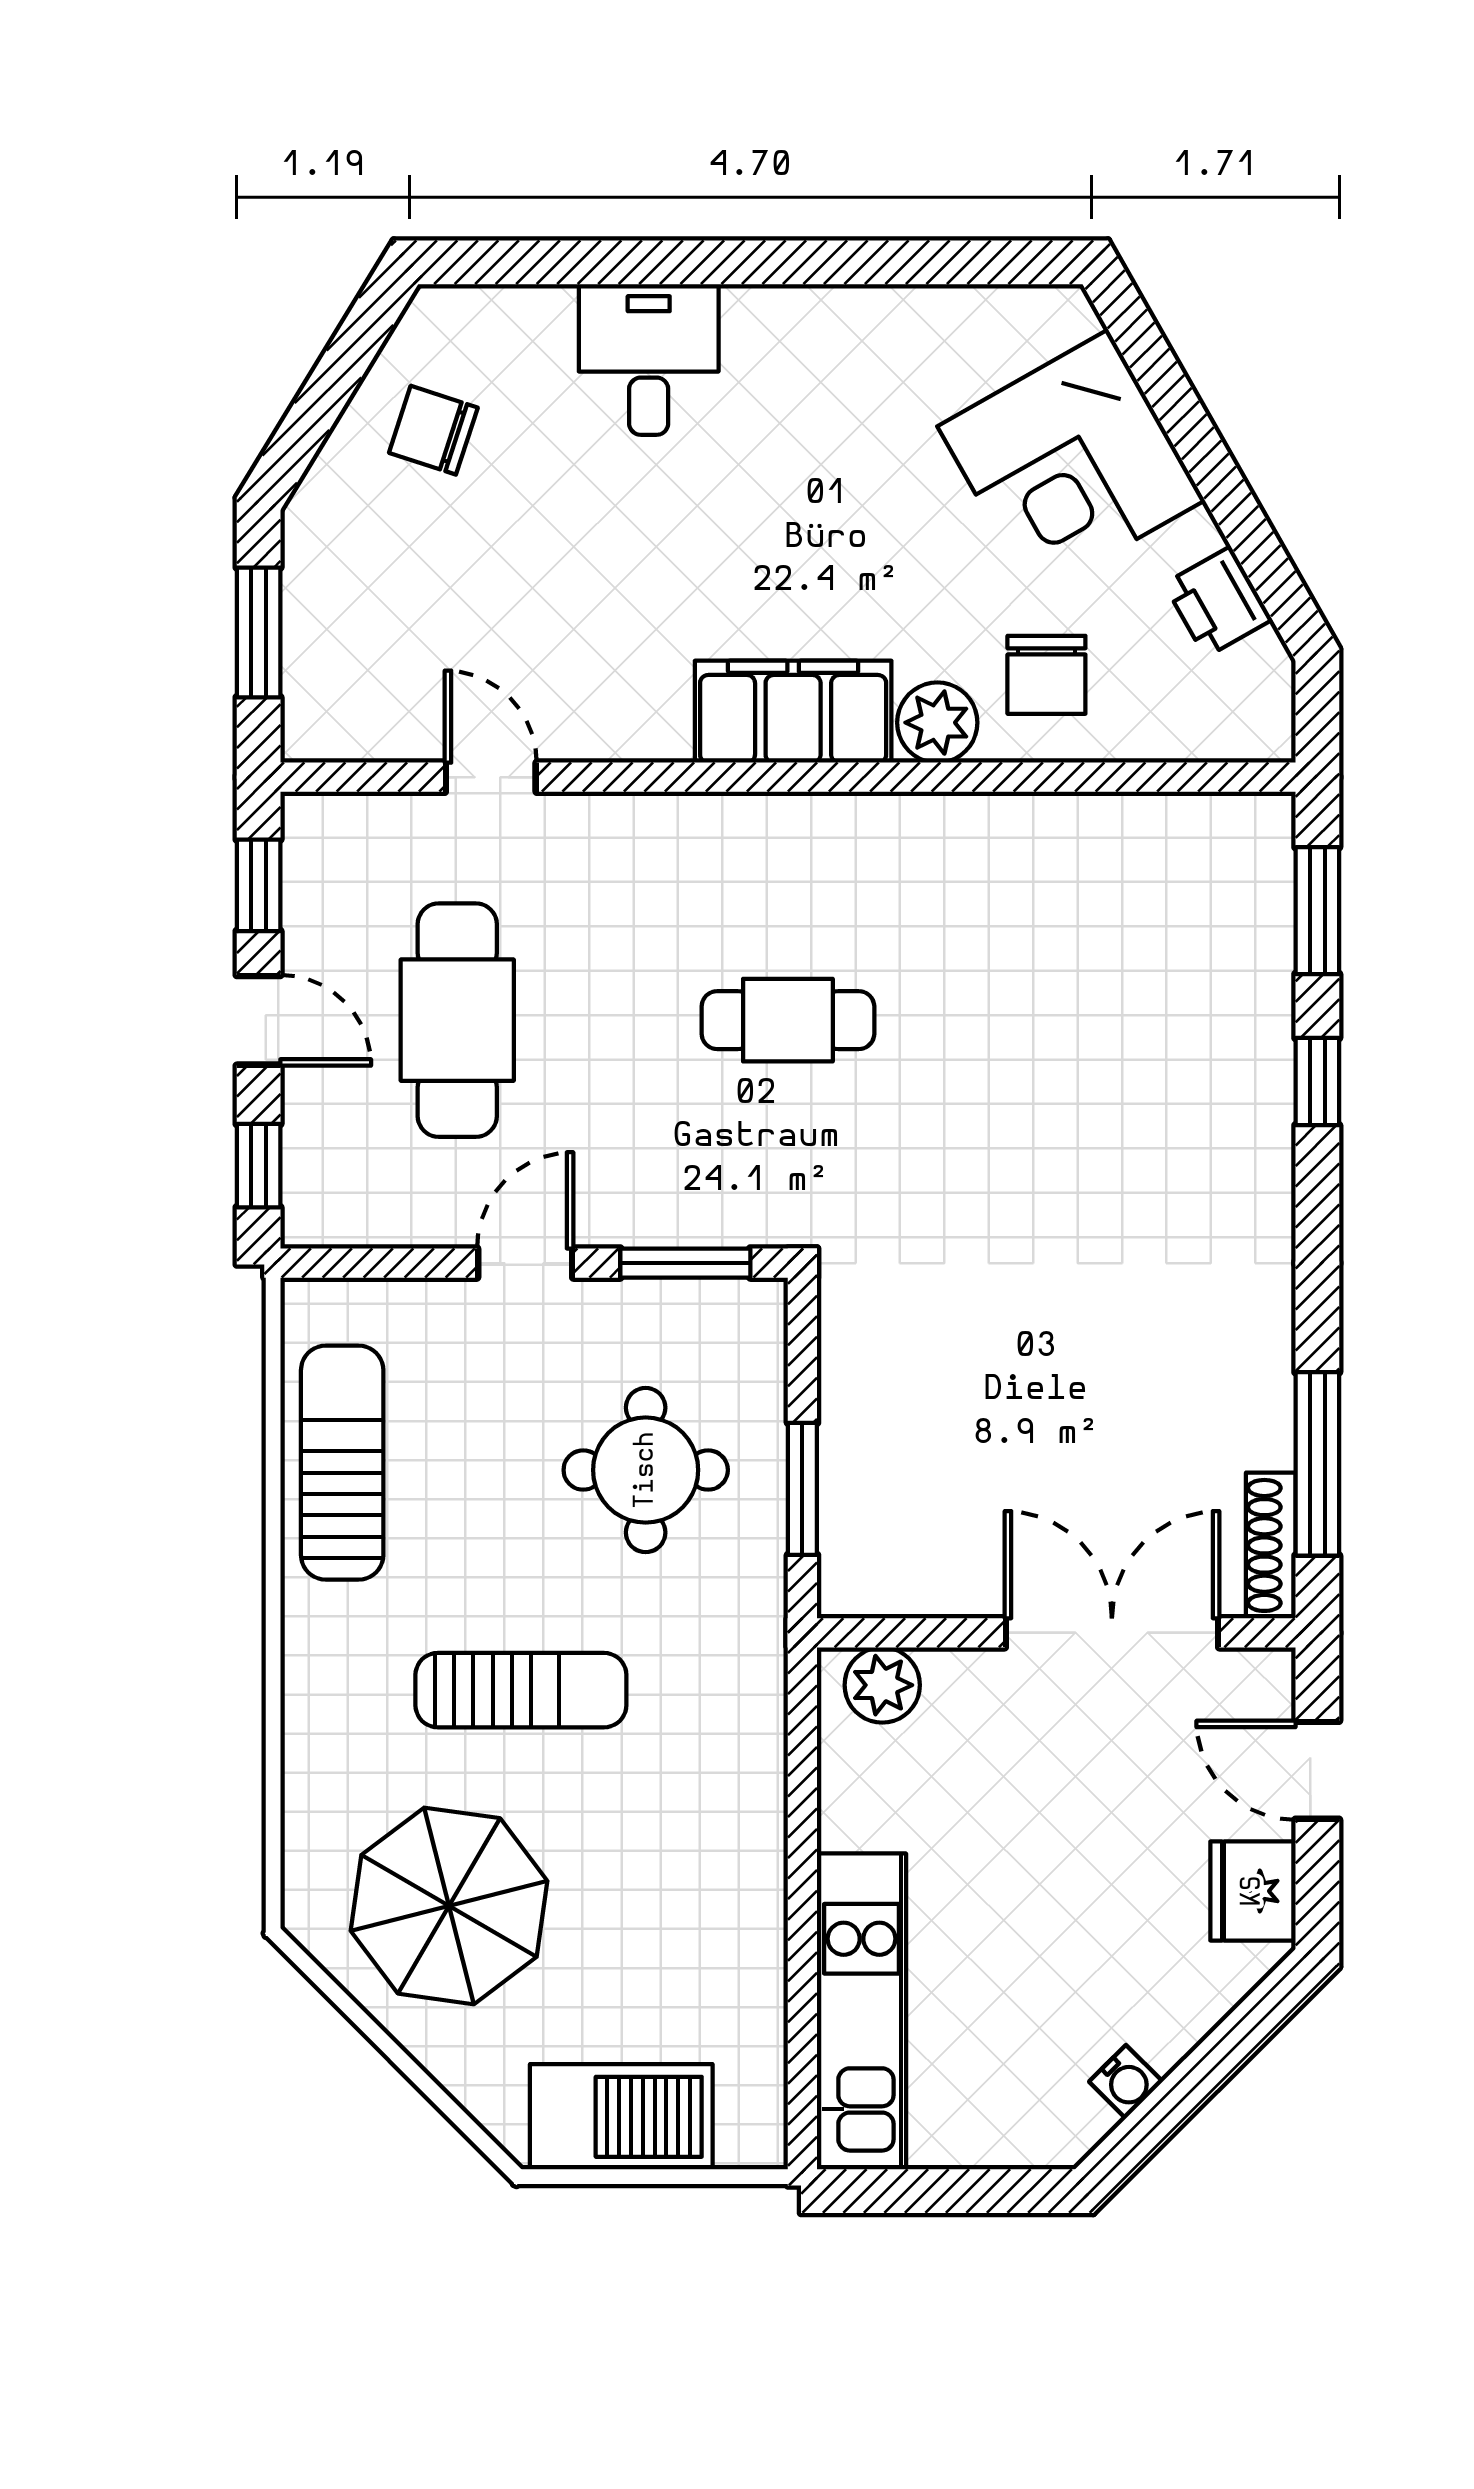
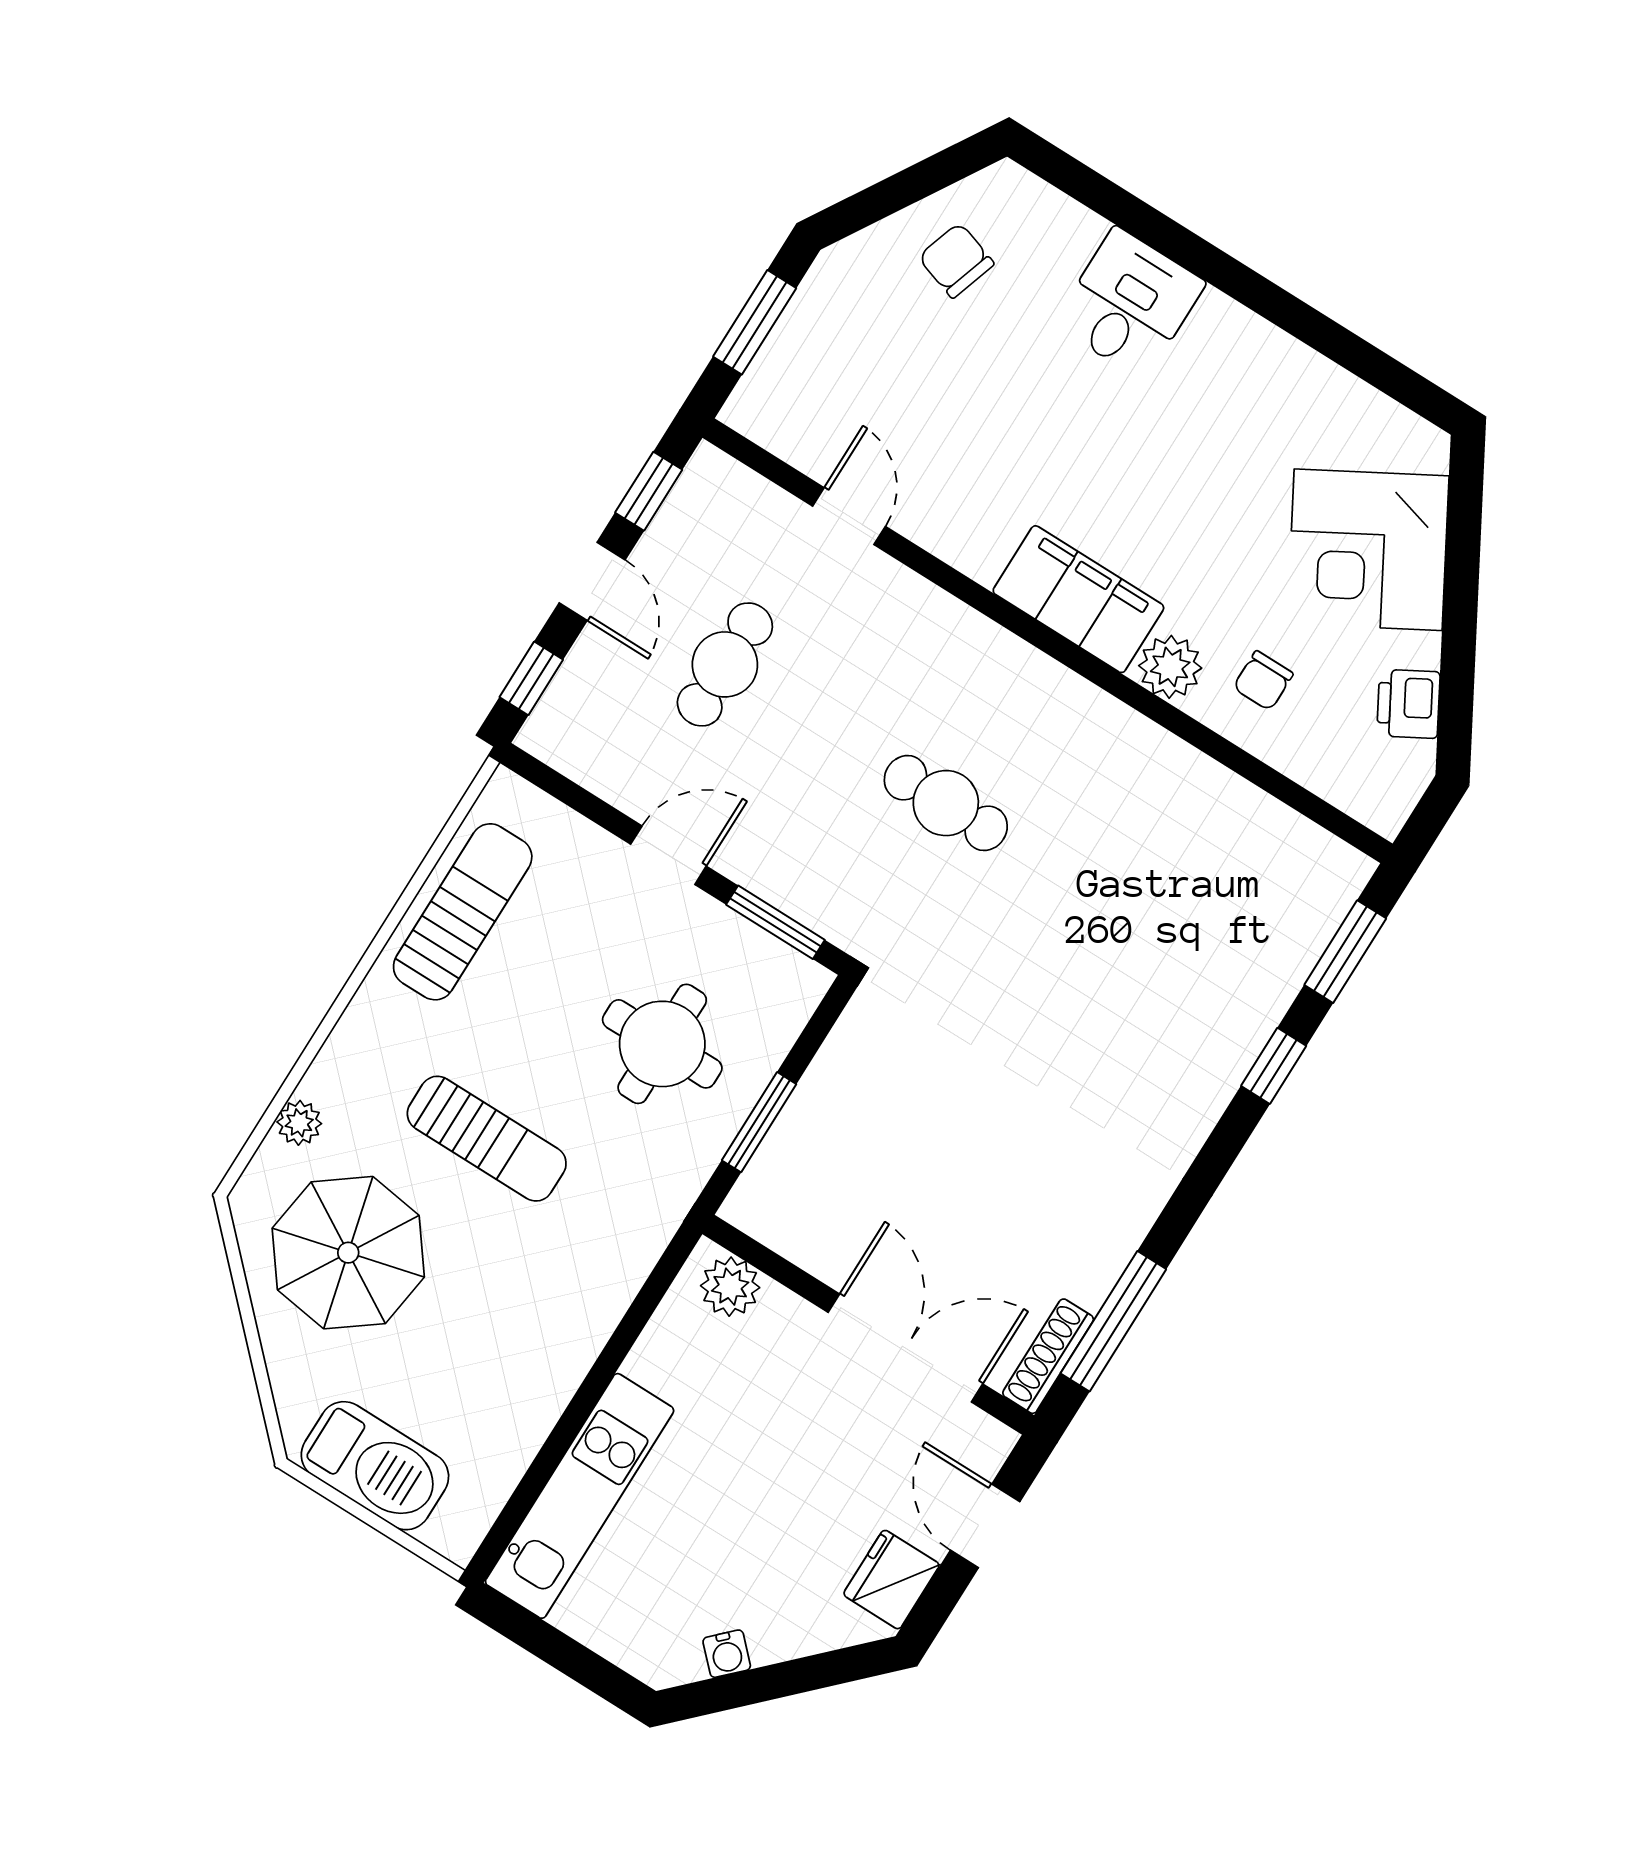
chair: (1046, 675) -> (1263, 681), width x0.73, depth x0.73
cafe table: (457, 1020) -> (725, 664), width x0.73, depth x0.74
plant: (309, 1799) -> (299, 1123), added

